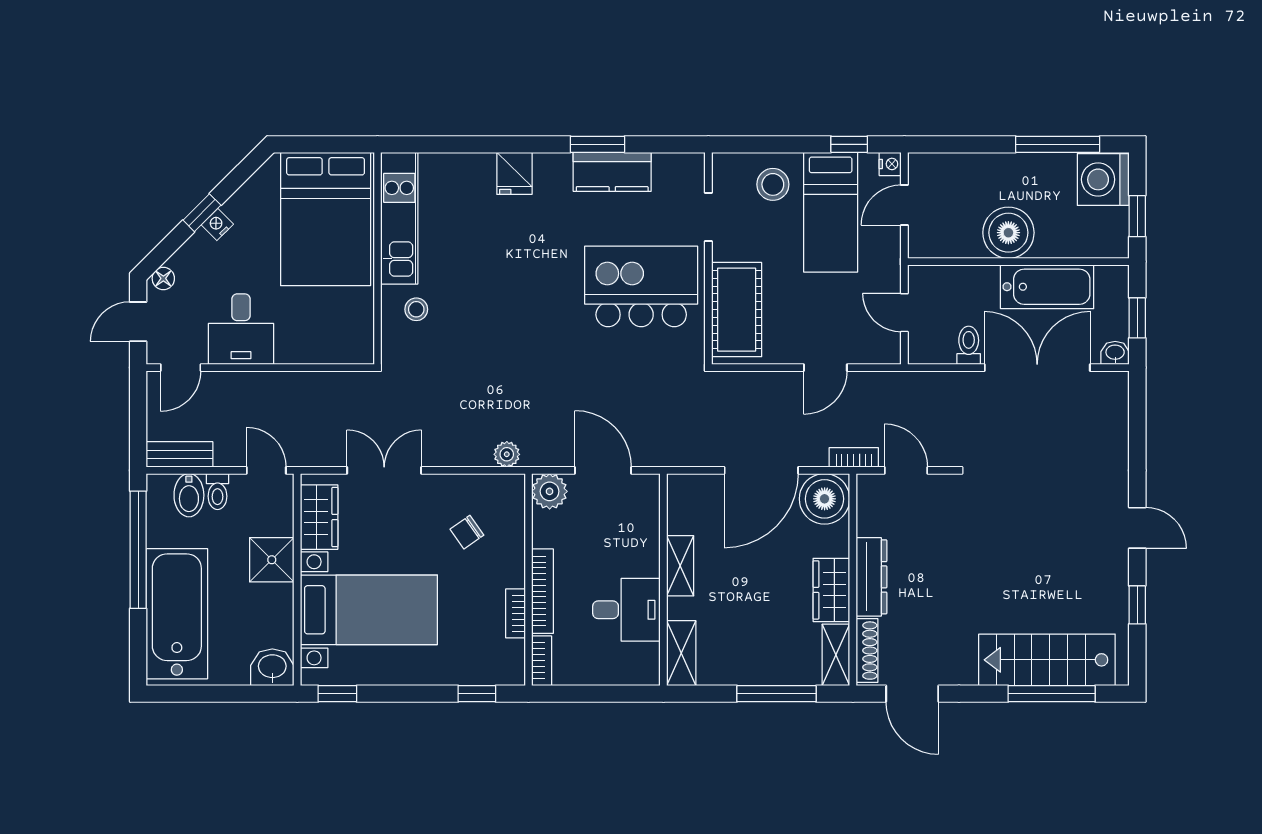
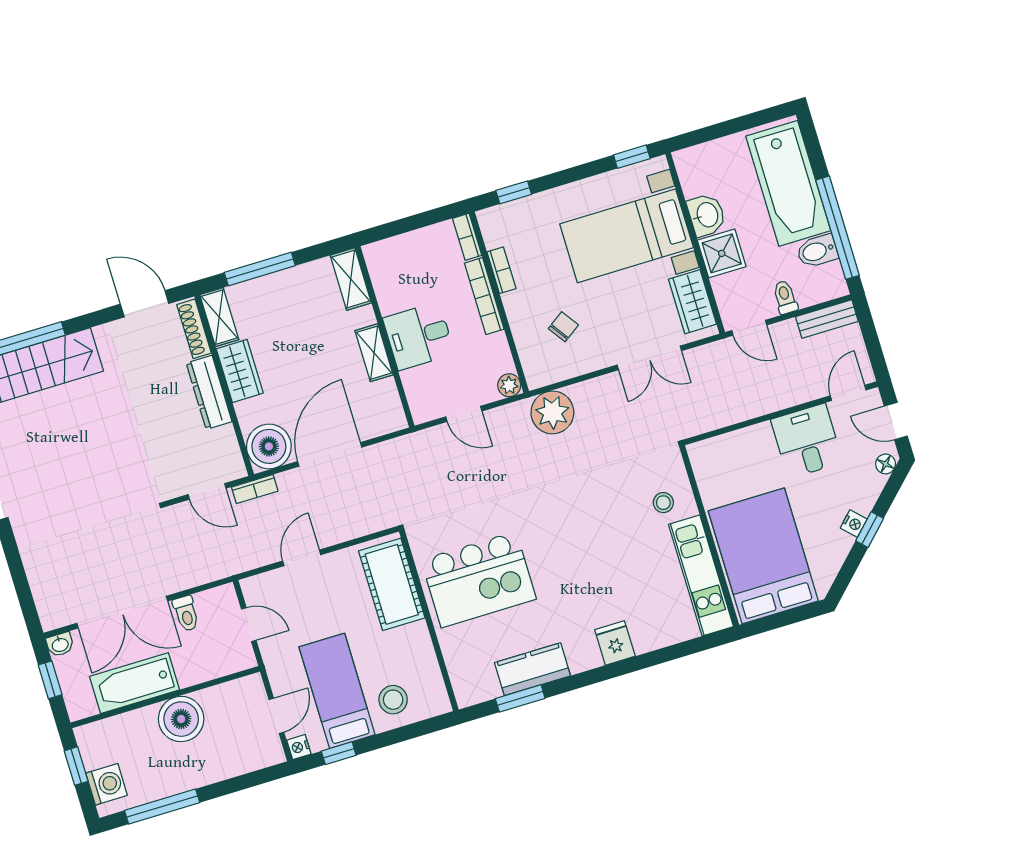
window: (597, 144) -> (520, 698), moved
washing machine: (1103, 179) -> (107, 784), width x0.73, depth x0.73
doorway: (708, 217) -> (439, 656), removed
door: (138, 322) -> (896, 421), swing flipped
plant: (507, 454) -> (552, 412), width x1.87, depth x1.87
door: (603, 470) -> (464, 414), width x0.73
plant: (550, 491) -> (509, 385), width x0.73, depth x0.73
bidet: (189, 495) -> (817, 251), moved, turned -90
desk: (626, 610) -> (419, 336), moved
washbasin: (272, 667) -> (707, 215), moved, turned -90

